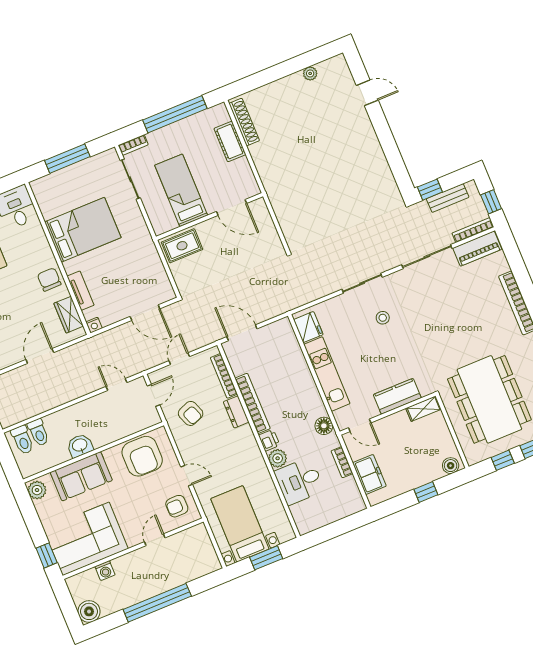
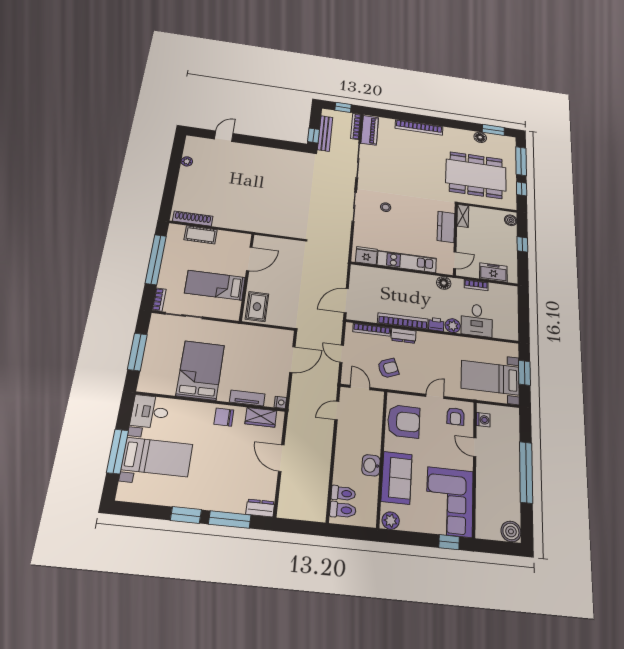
bench: (448, 198) -> (325, 133), width x1.36
washing machine: (105, 571) -> (483, 420), moved

